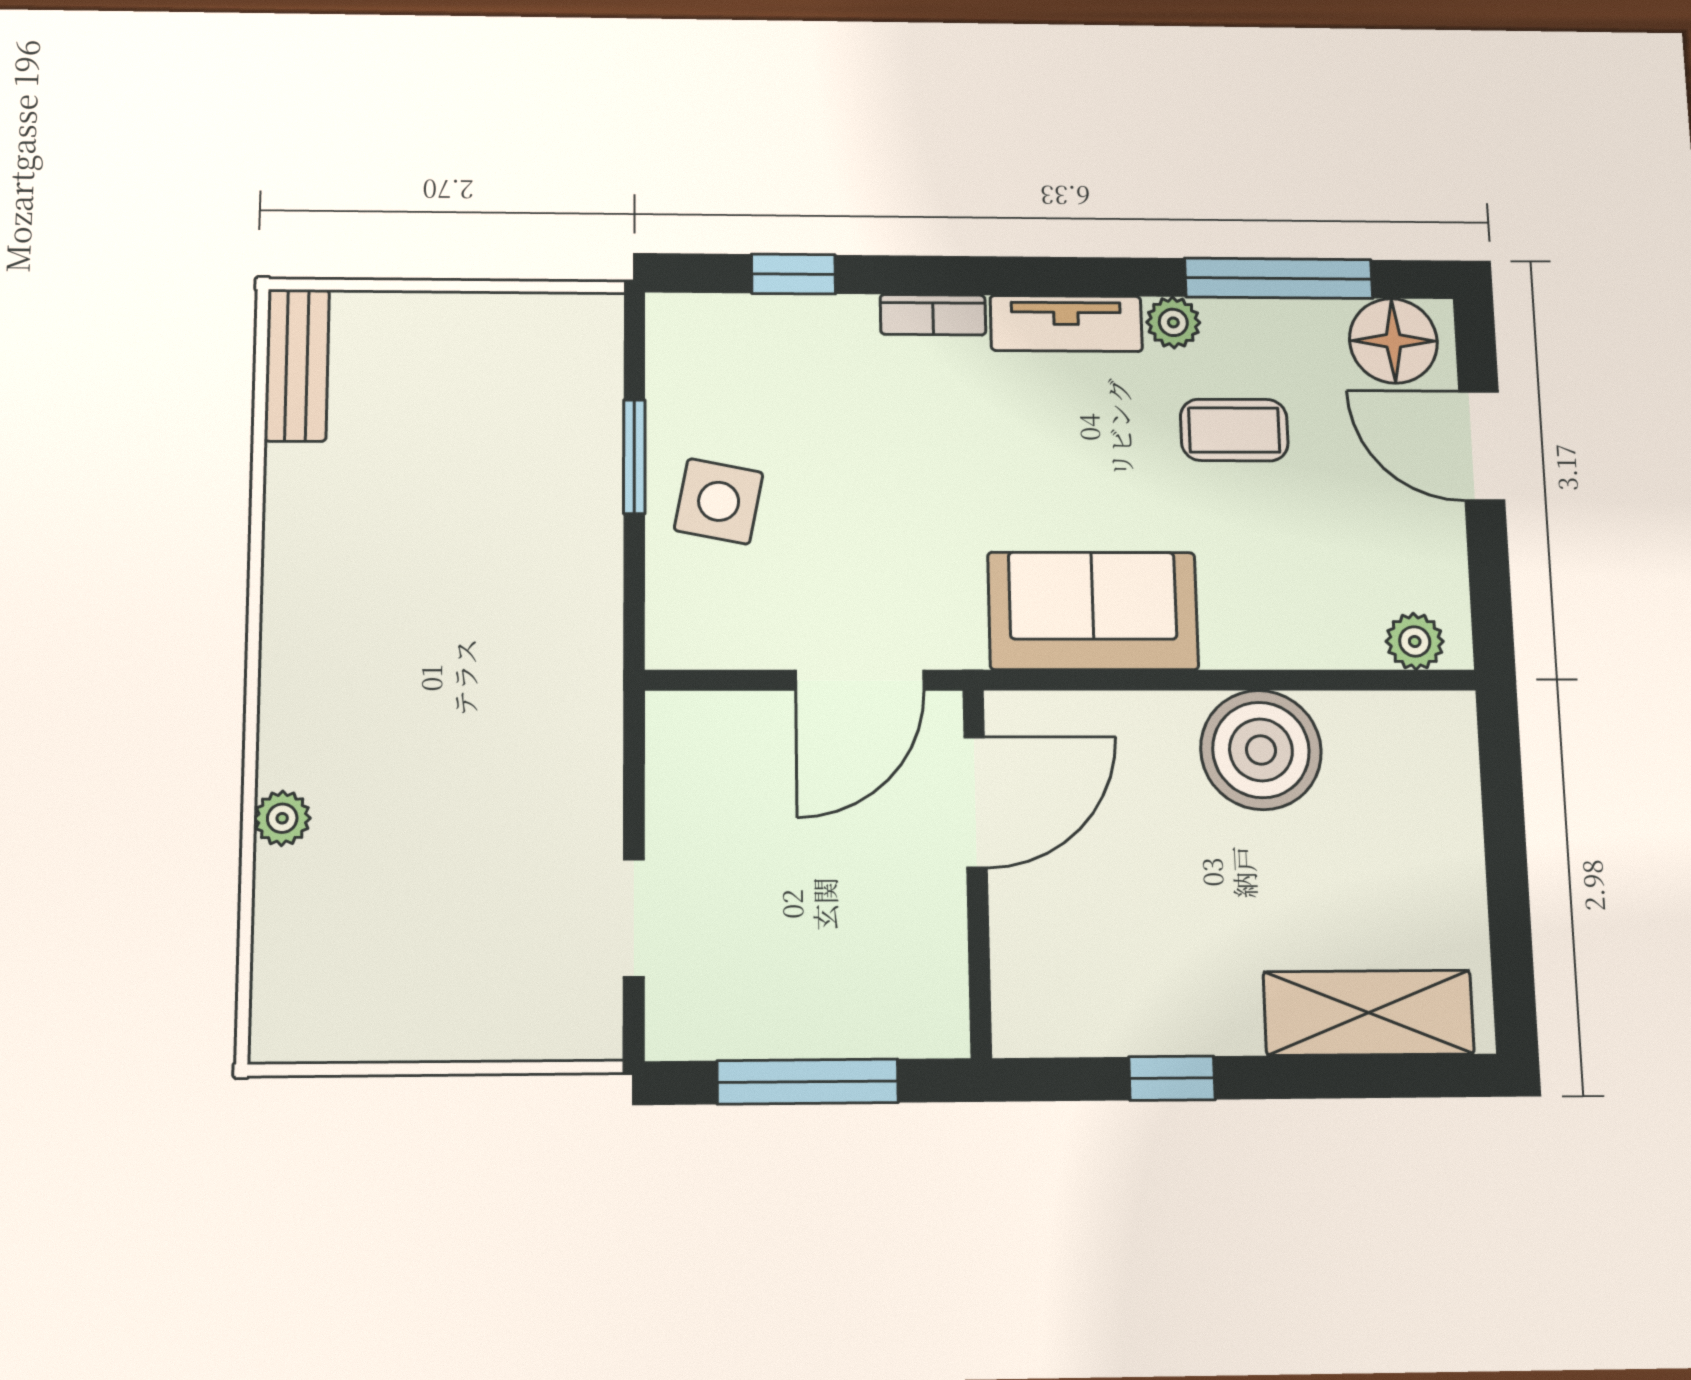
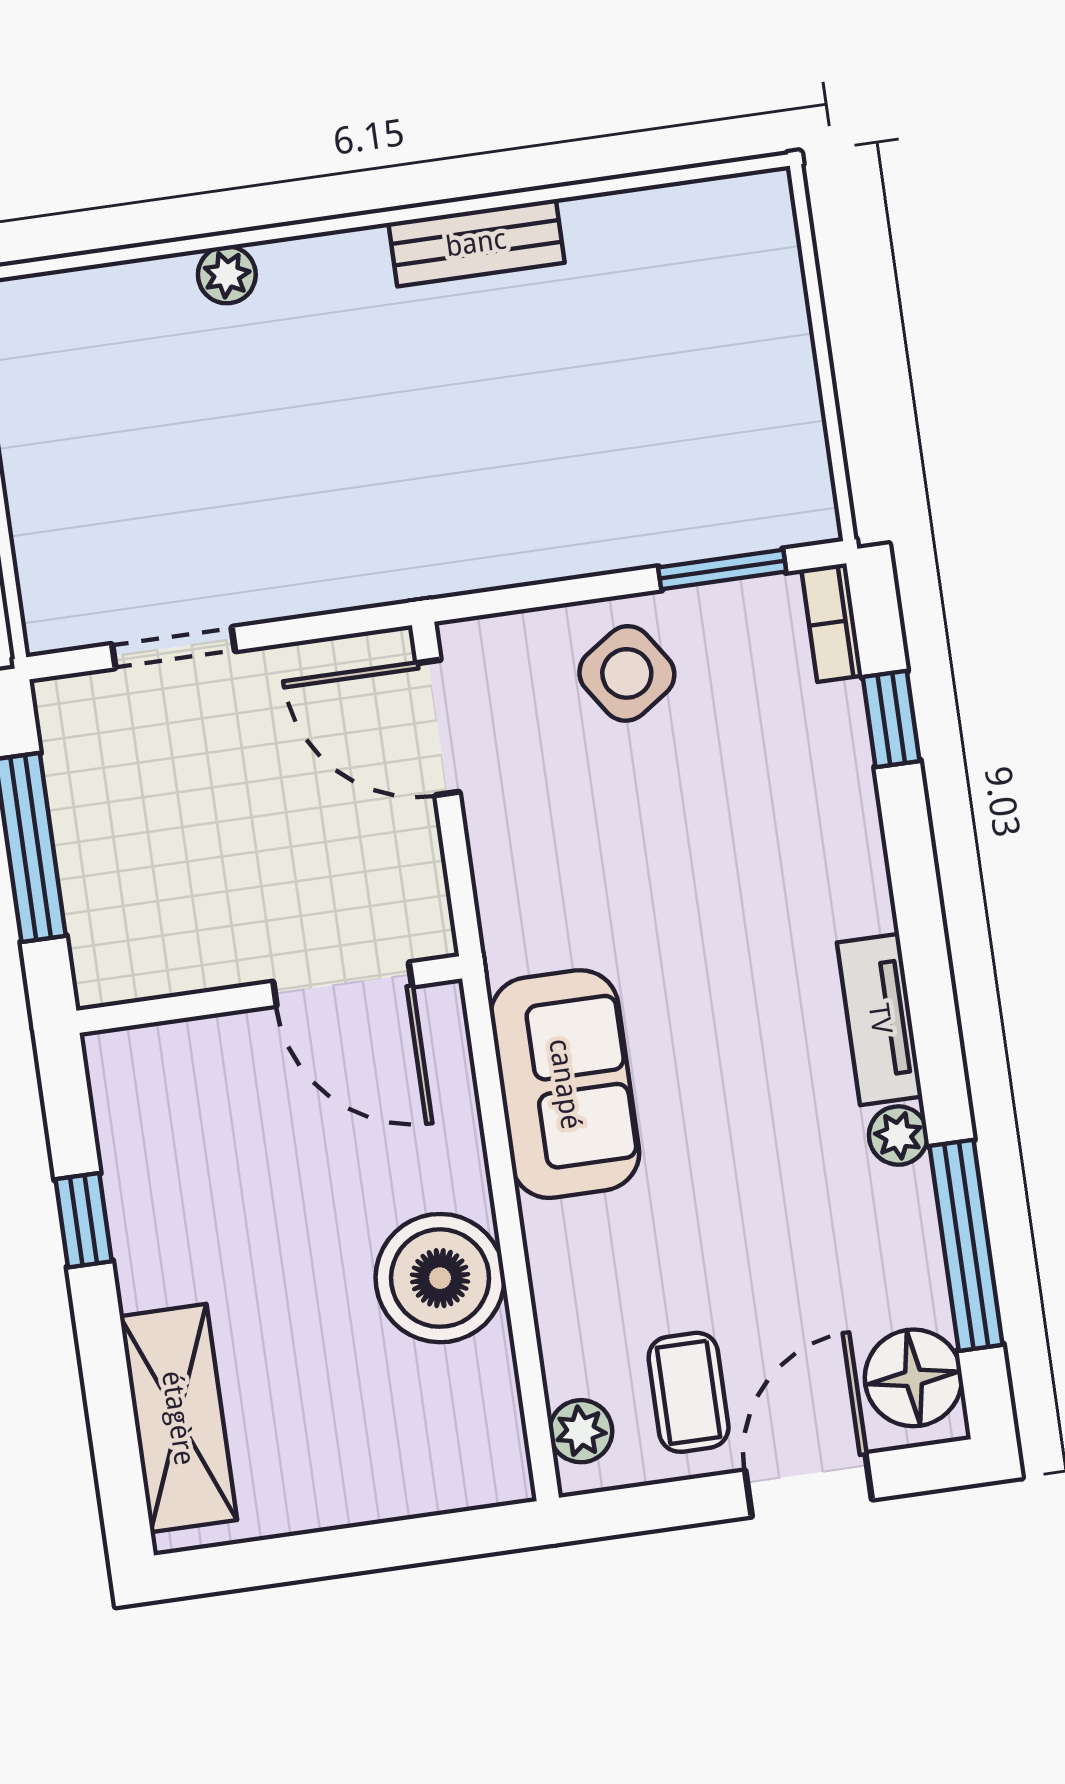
bookcase: (933, 315) -> (832, 623), moved
bench: (297, 365) -> (476, 243), moved
coffee table: (1234, 430) -> (689, 1392), moved
window: (634, 457) -> (722, 570), moved
side table: (719, 501) -> (627, 673), turned 45
door: (860, 680) -> (438, 728), moved

